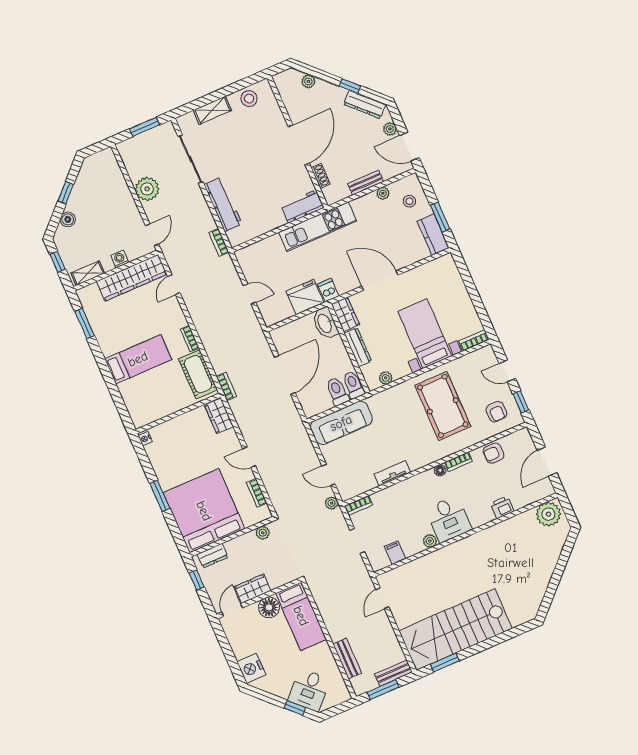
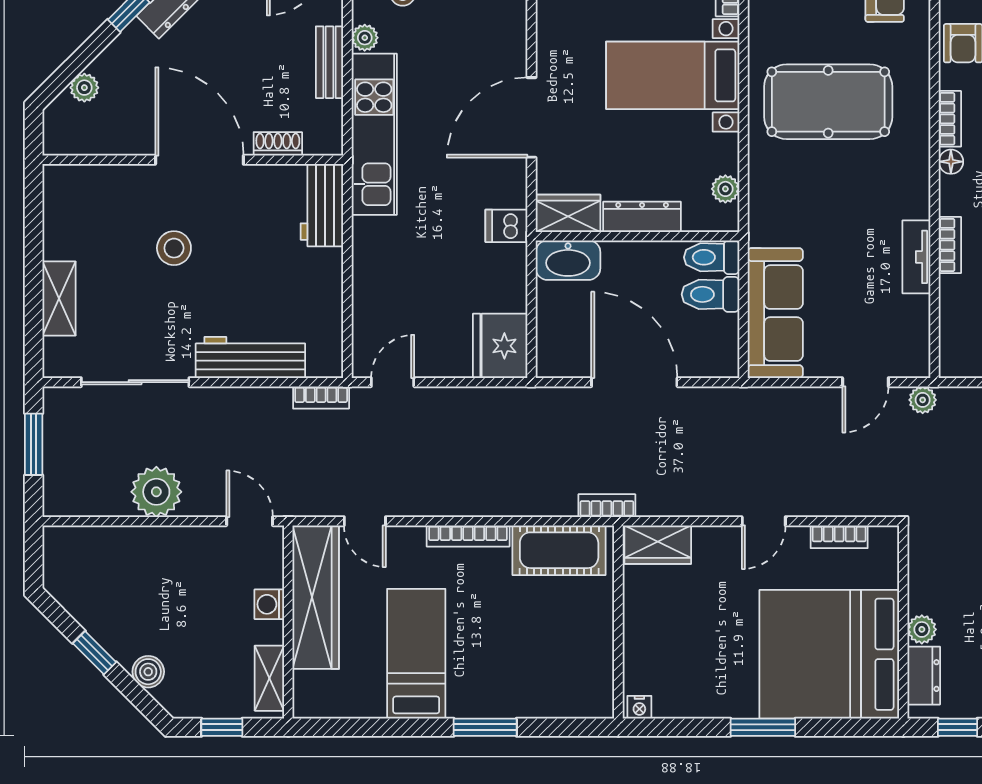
stool: (249, 99) -> (174, 248), moved
kitchen unit: (318, 227) -> (374, 134), moved
door: (249, 294) -> (393, 382), moved
fridge: (305, 297) -> (500, 346), moved
window: (85, 324) -> (485, 727), moved
bookcase: (190, 339) -> (468, 536), width x1.56
bed: (138, 359) -> (416, 654), moved
bookcase: (358, 505) -> (950, 245), moved
plant: (263, 533) -> (922, 629), moved

